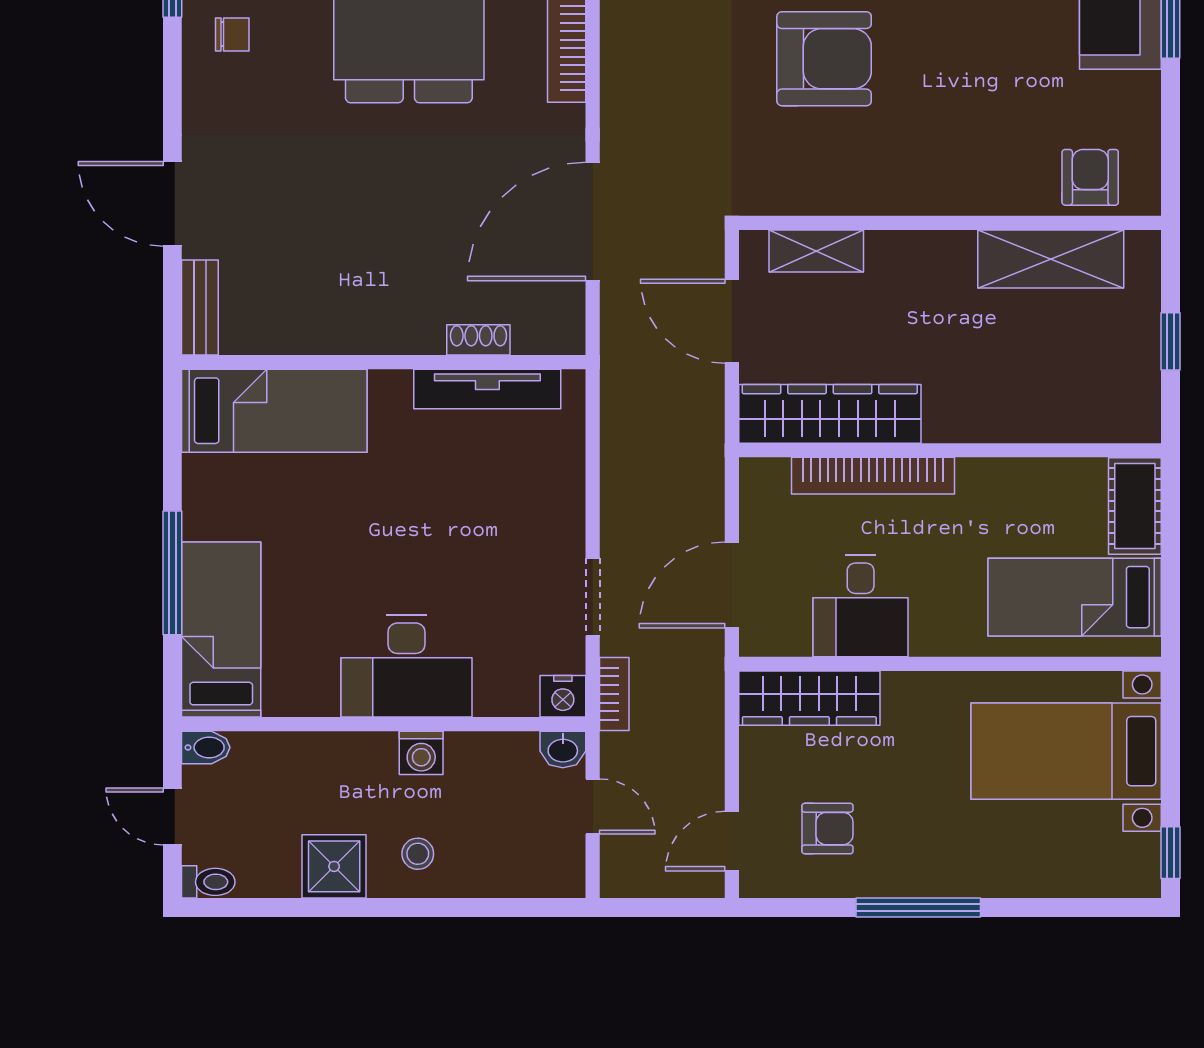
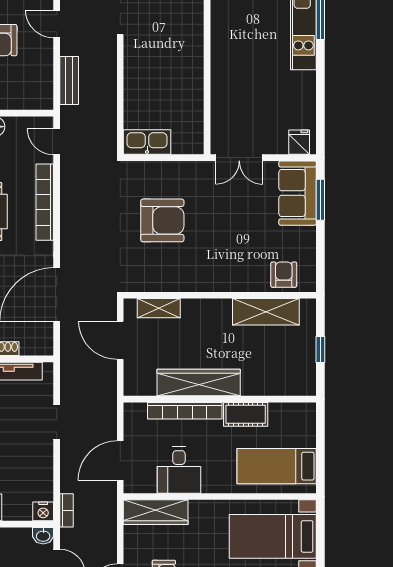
wardrobe: (830, 414) -> (199, 382), moved
cot: (1135, 506) -> (246, 414), moved, turned 90
doorway: (593, 597) -> (57, 422), moved

